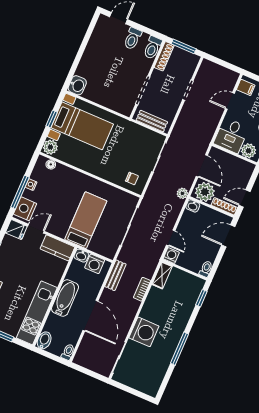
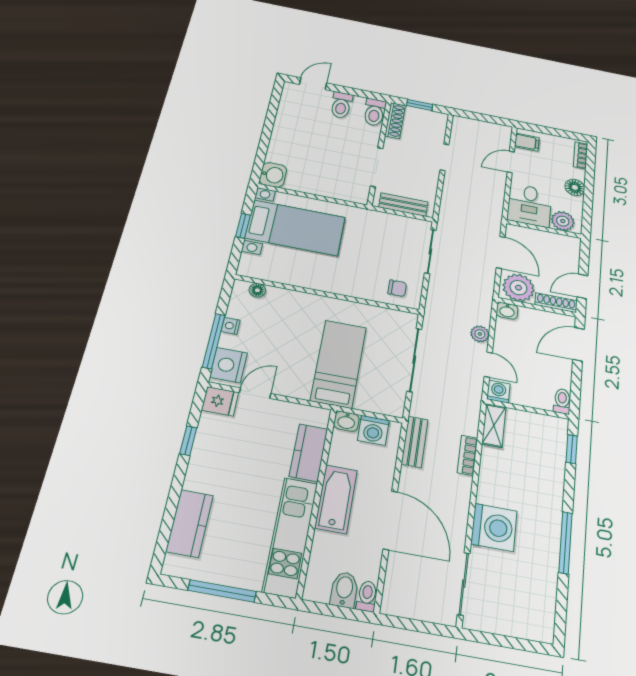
window: (184, 46) -> (420, 105), width x0.67
plant: (50, 147) -> (251, 265), removed
plant: (182, 193) -> (480, 334), moved
kitchen counter: (57, 248) -> (309, 453), moved, turned 90
bidet: (44, 340) -> (344, 590), moved

